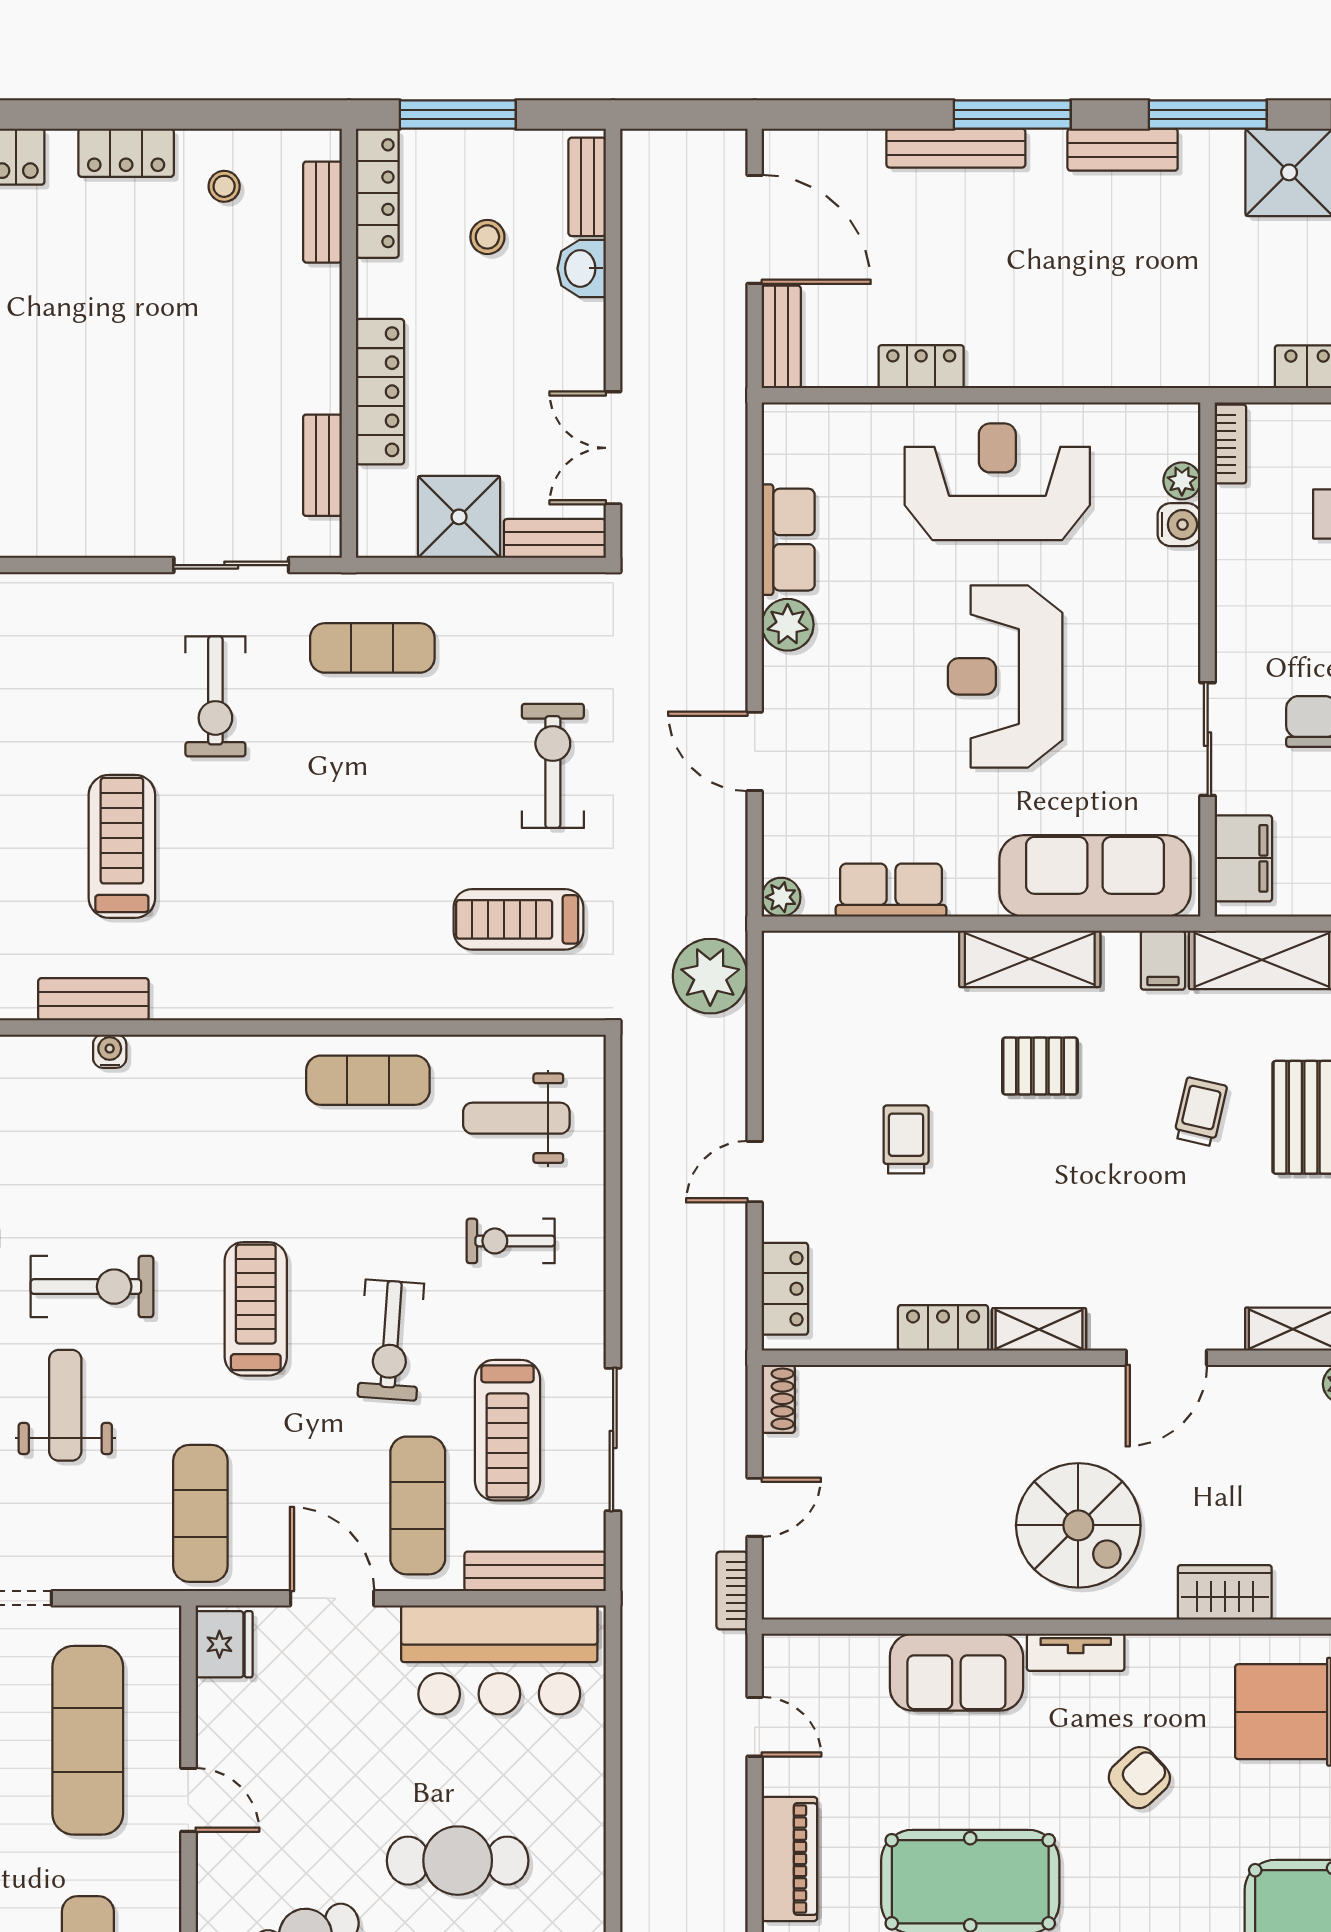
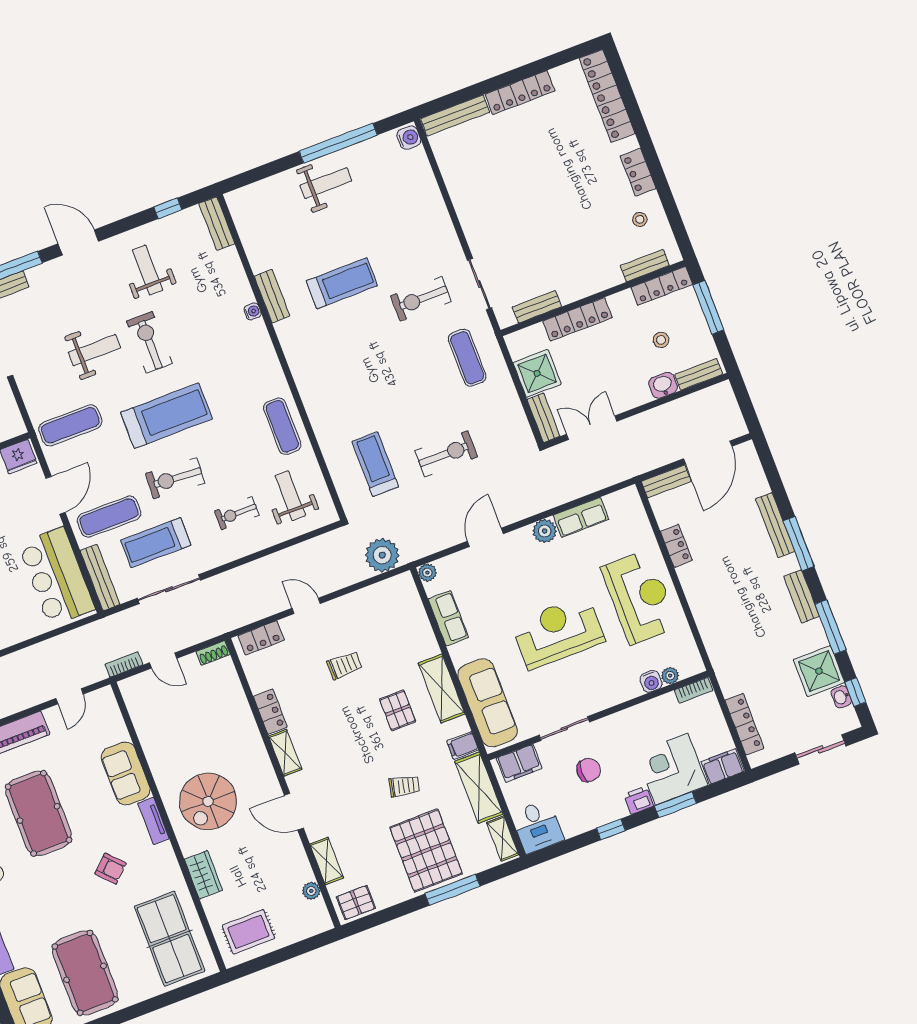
exercise bike: (511, 1241) -> (237, 513), turned -90
exercise bike: (92, 1287) -> (149, 342), turned 180
treadmill: (256, 1309) -> (166, 416), width x1.37, depth x1.38

